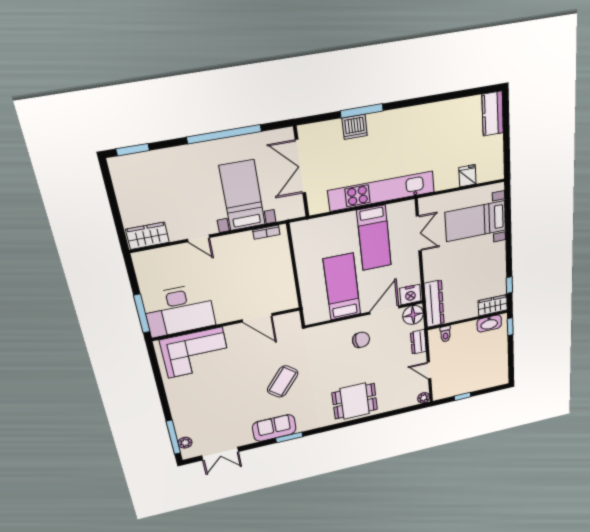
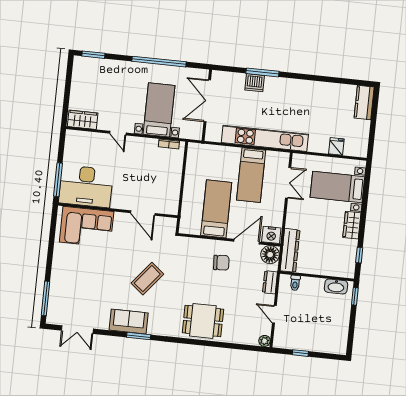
wardrobe: (493, 305) -> (352, 225), moved, turned -90
plant: (185, 443) -> (53, 307), removed

